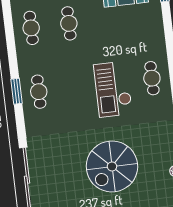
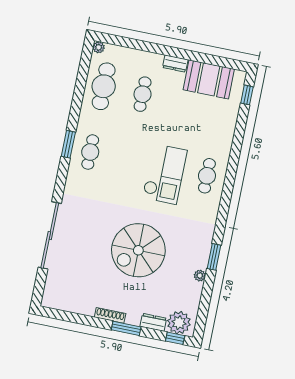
cafe table: (31, 28) -> (104, 86), width x1.37, depth x1.35
checkout: (113, 89) -> (165, 174), turned 180

